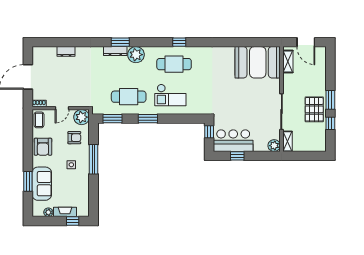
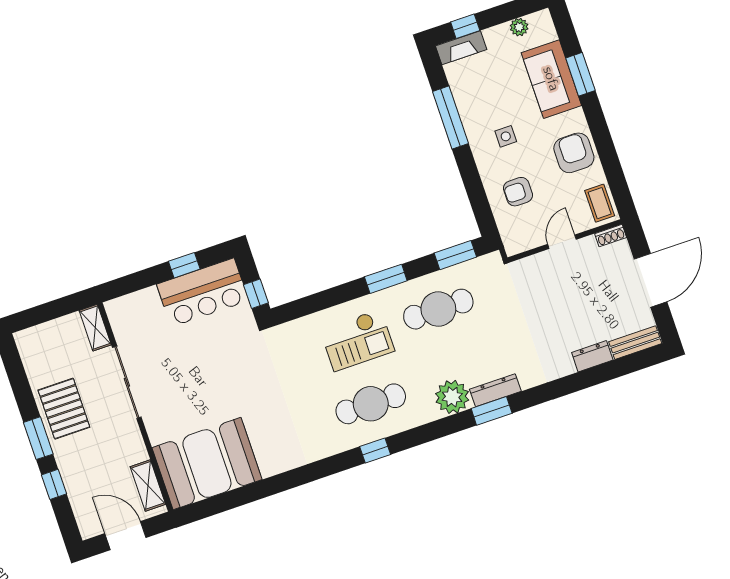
bench: (44, 51) -> (635, 343), added
checkout: (170, 95) -> (357, 340), turned 180
plant: (82, 117) -> (518, 237), removed
window: (330, 123) -> (54, 484), moved
plant: (274, 146) -> (119, 310), removed
window: (94, 159) -> (450, 118), moved
fireplace: (65, 212) -> (461, 48), moved

